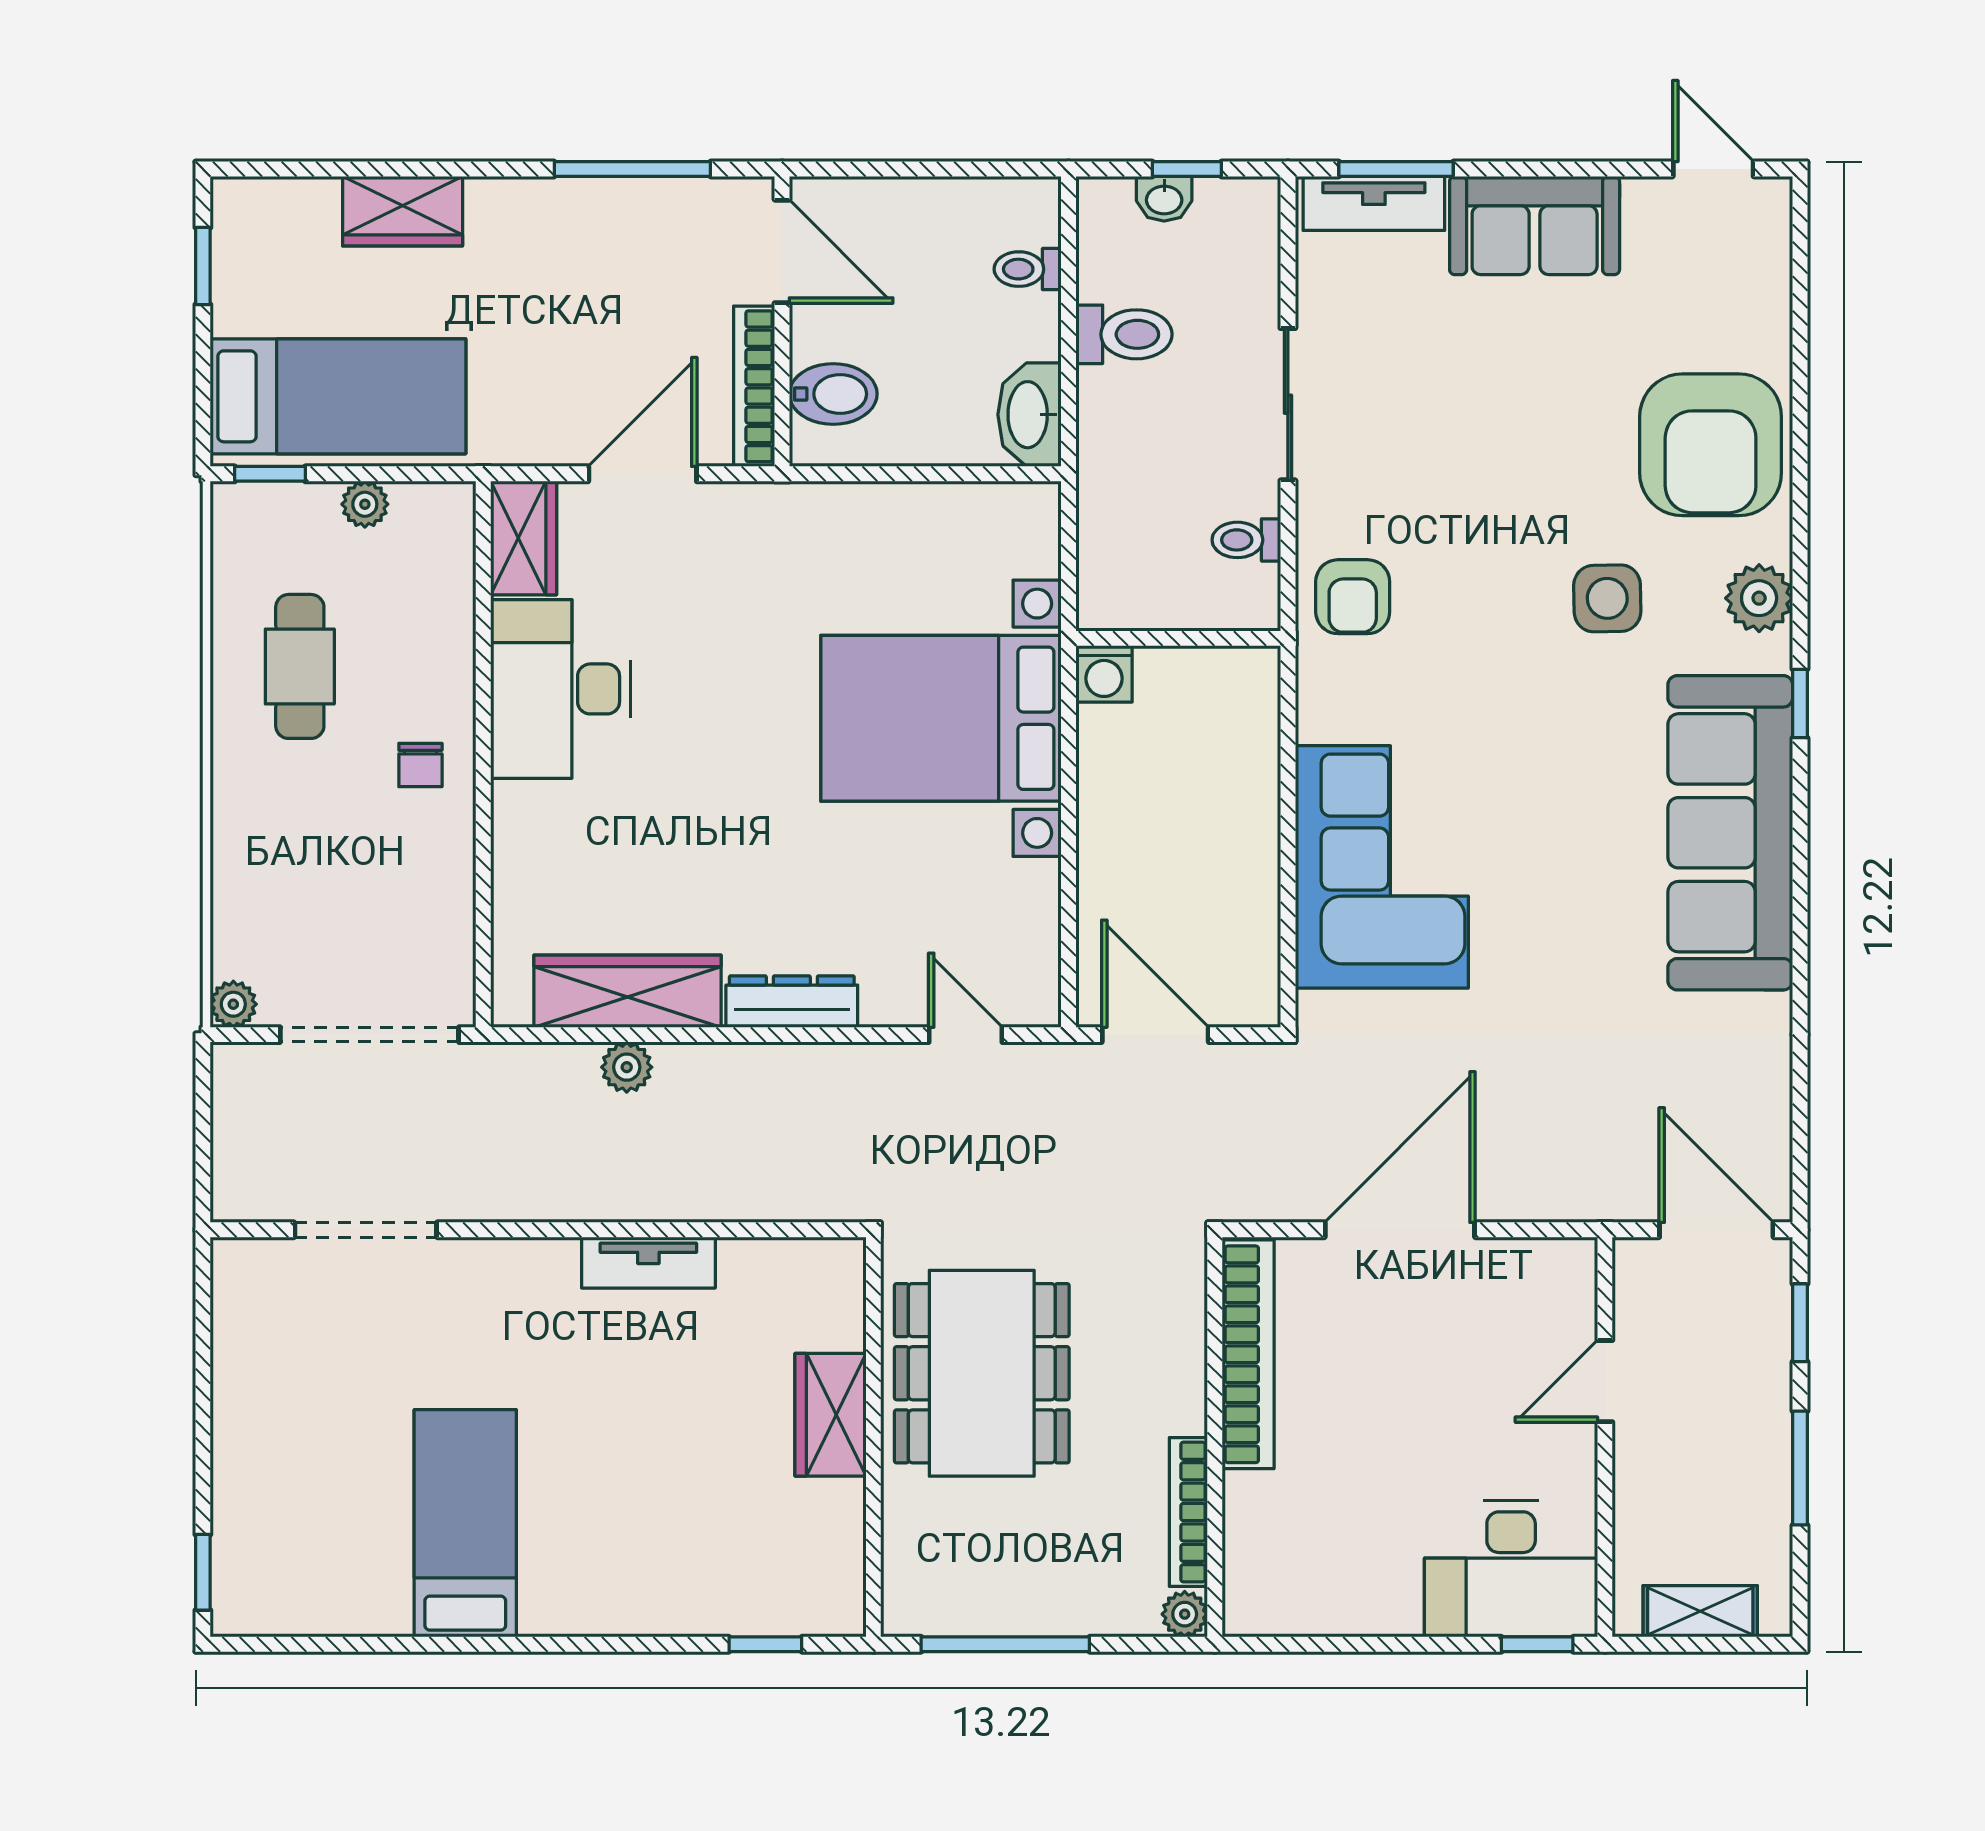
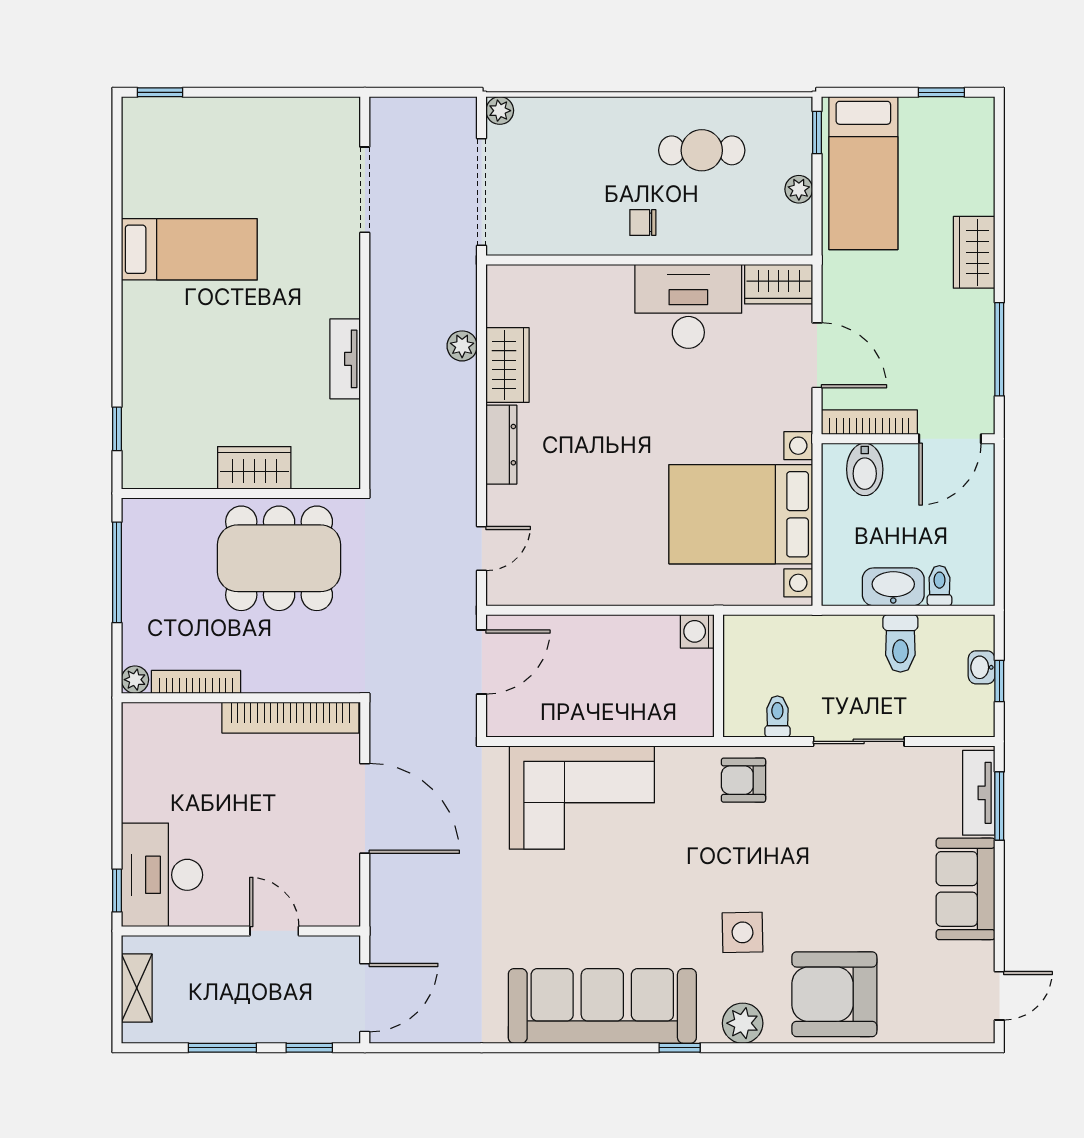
wardrobe: (403, 211) -> (974, 252), moved
washbasin: (1030, 415) -> (893, 587), moved
bed with nightstands: (941, 718) -> (741, 514), moved, turned -90
wardrobe: (627, 991) -> (508, 365), width x0.67

